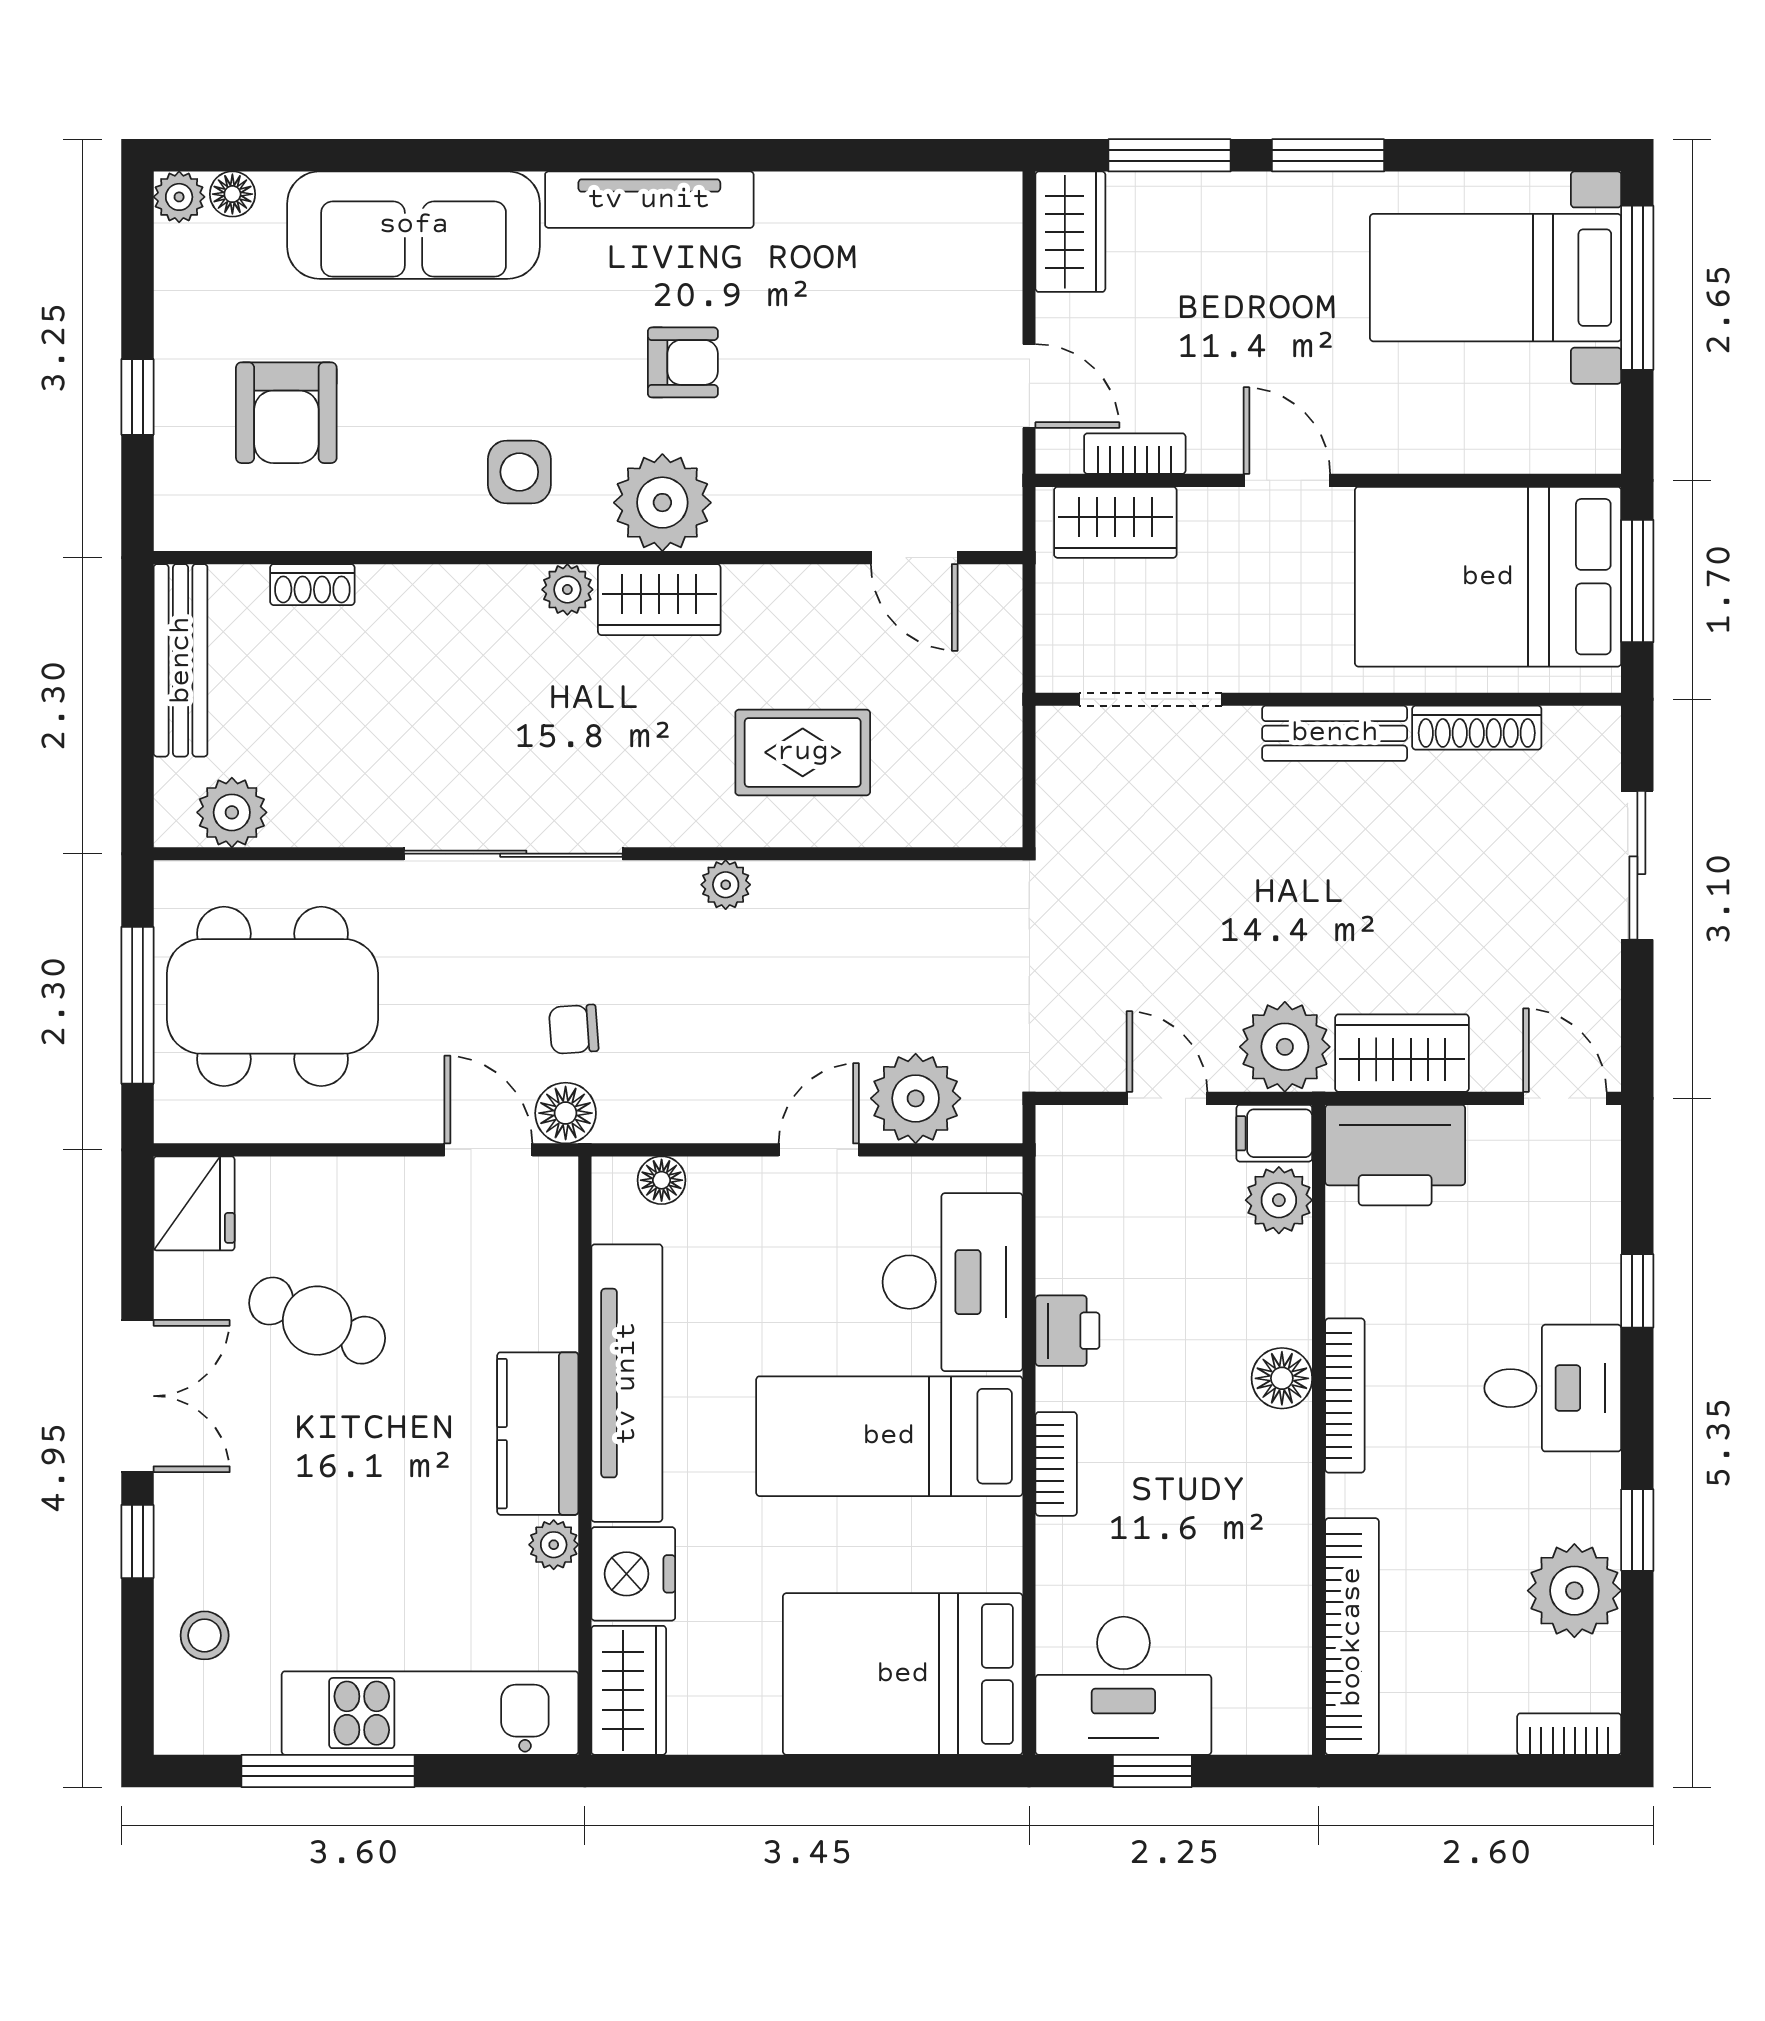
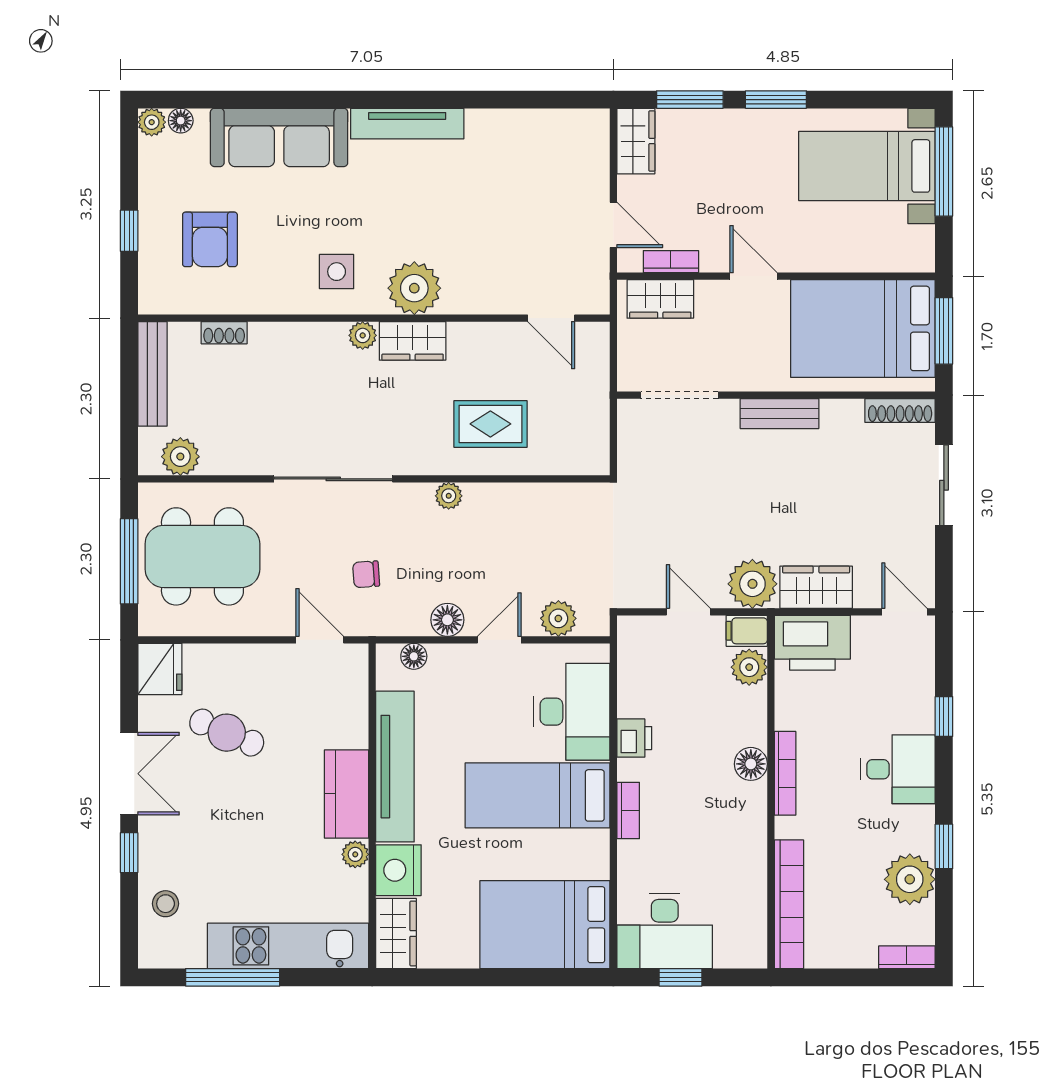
armchair: (683, 362) -> (425, 212), removed
shoe rack: (1477, 728) -> (900, 410), moved
plant: (916, 1098) -> (558, 618), width x0.73, depth x0.73
floor lamp: (566, 1113) -> (447, 620), moved

